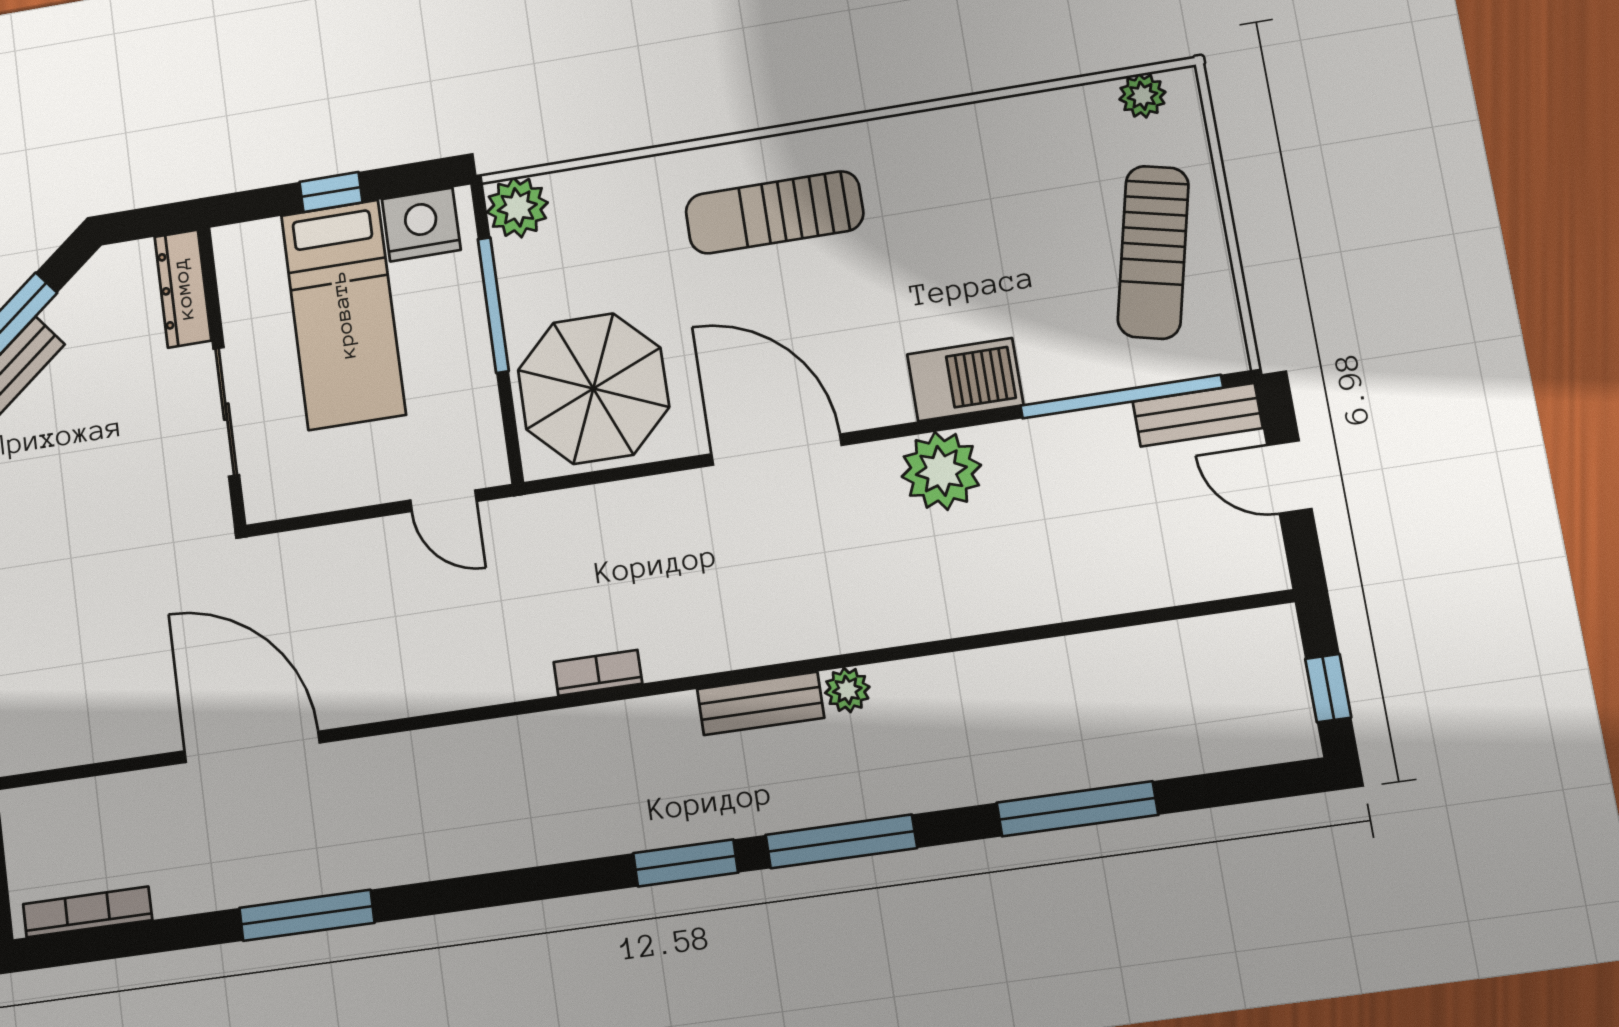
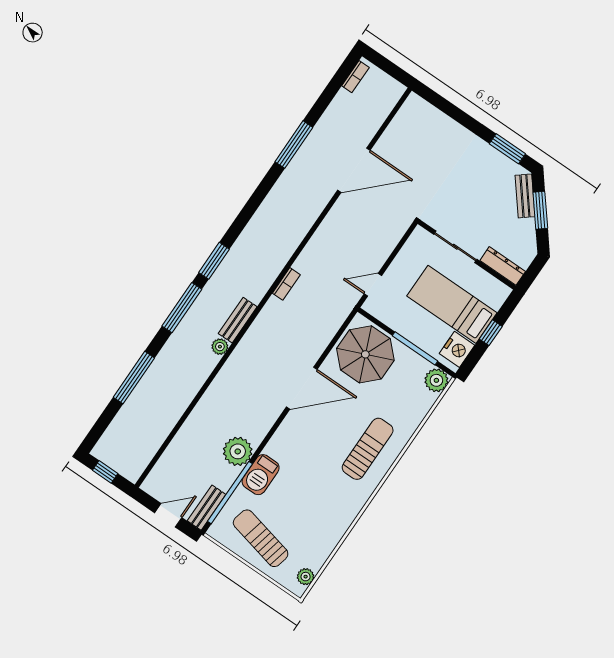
barbecue: (965, 380) -> (261, 475), moved
plant: (941, 471) -> (238, 451), moved
bookcase: (87, 912) -> (355, 77), width x0.64

